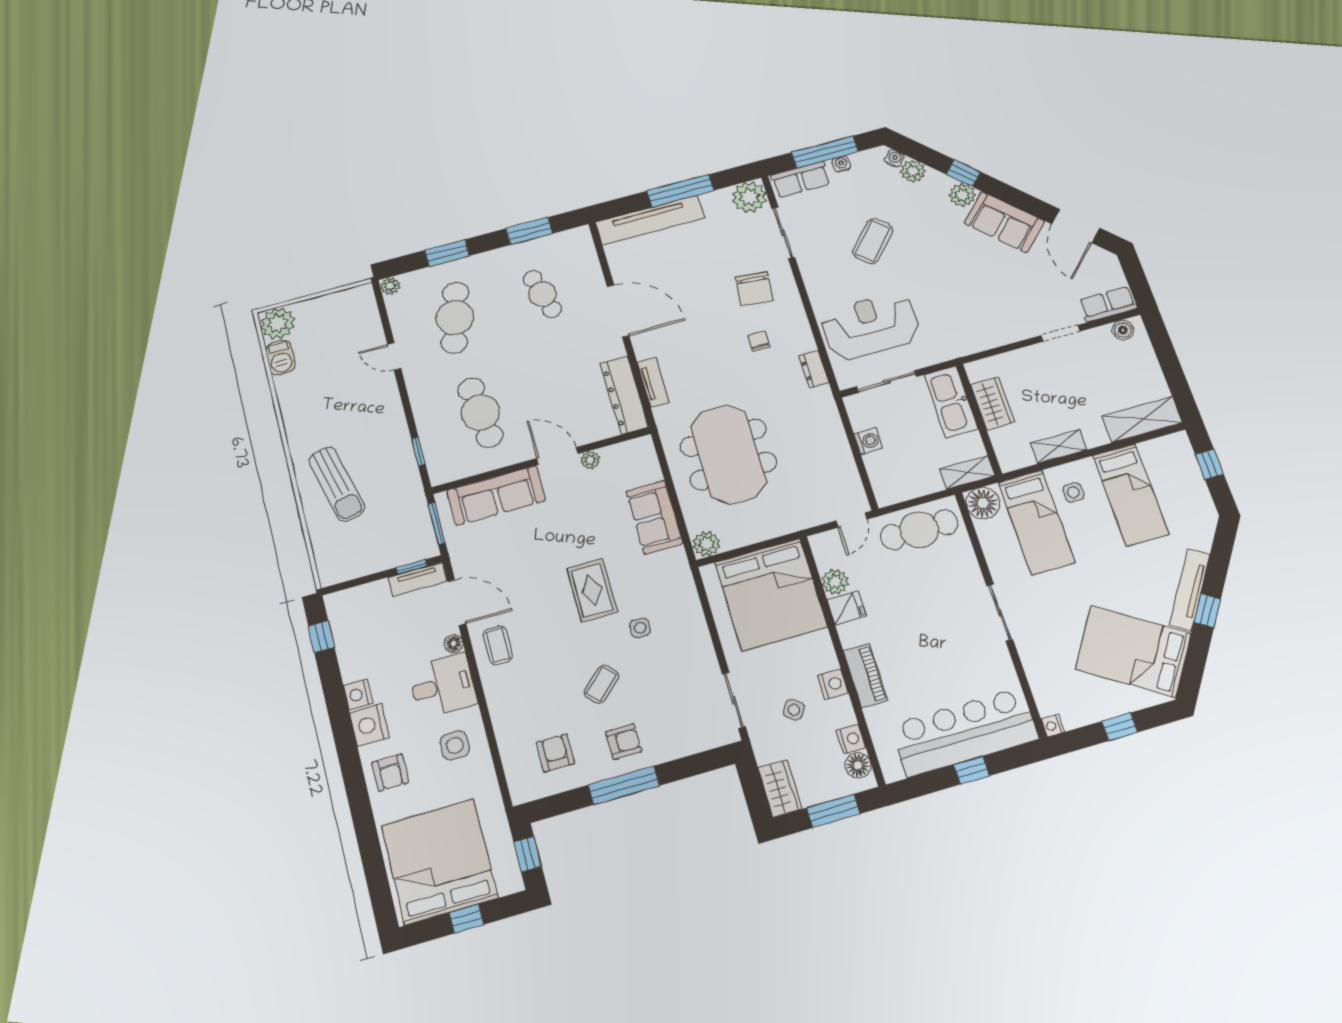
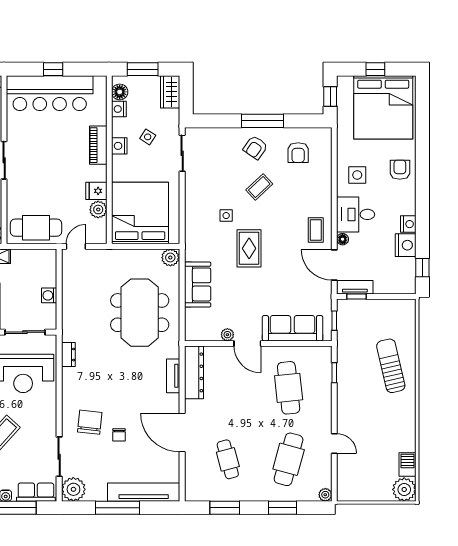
chair: (759, 341) -> (119, 435), moved
window: (437, 524) -> (334, 321), width x0.67
nightstand: (369, 725) -> (406, 245), moved
armchair: (624, 742) -> (255, 148), turned -55

